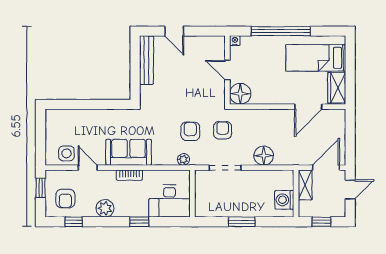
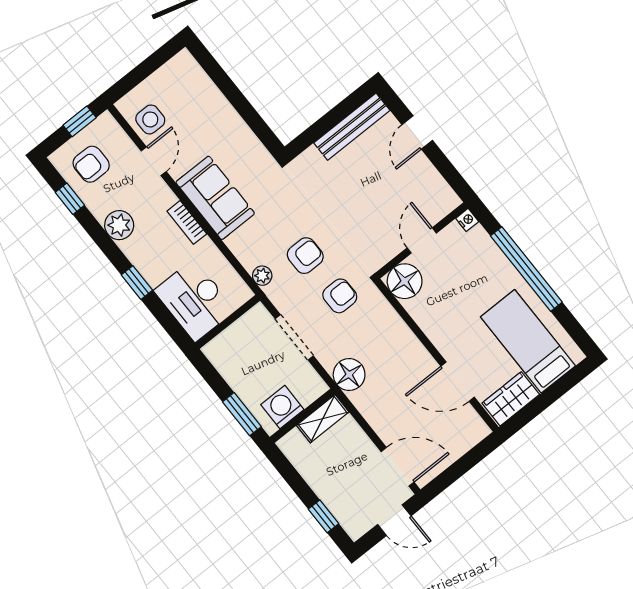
shelving: (305, 185) -> (323, 419), moved
wall: (296, 194) -> (302, 416), moved
washing machine: (284, 200) -> (282, 407), moved

